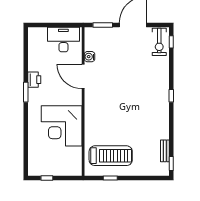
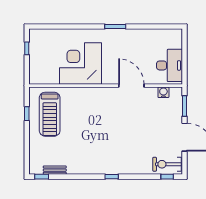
water cooler: (89, 57) -> (163, 92), moved
door: (83, 76) -> (131, 86), hinge flipped
printer: (34, 80) -> (128, 35), removed

